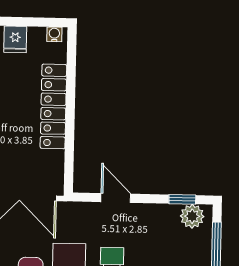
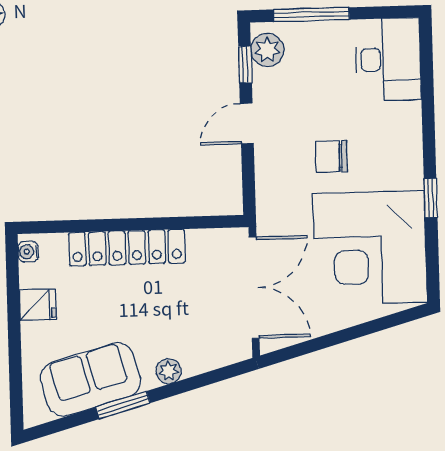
door: (116, 198) -> (247, 123), moved

